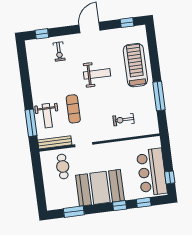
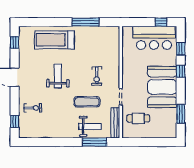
exercise bike: (124, 120) -> (97, 76), moved

